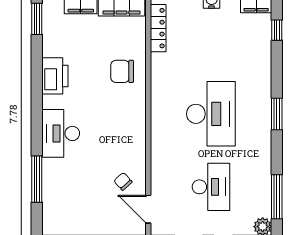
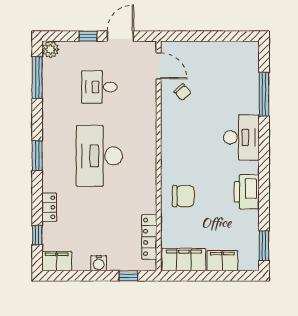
locker: (264, 60) -> (49, 207), added
desk: (211, 187) -> (99, 87), width x0.73

